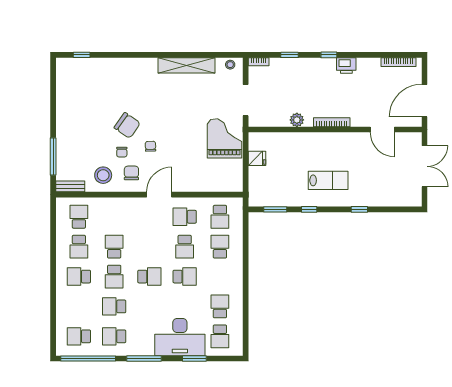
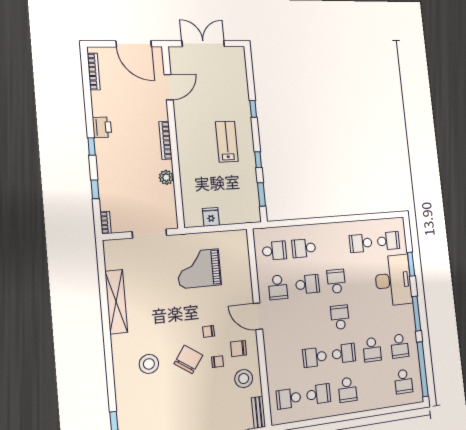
stool: (230, 65) -> (149, 364), moved, width x1.89, depth x1.89
grand piano: (225, 138) -> (199, 269), moved

